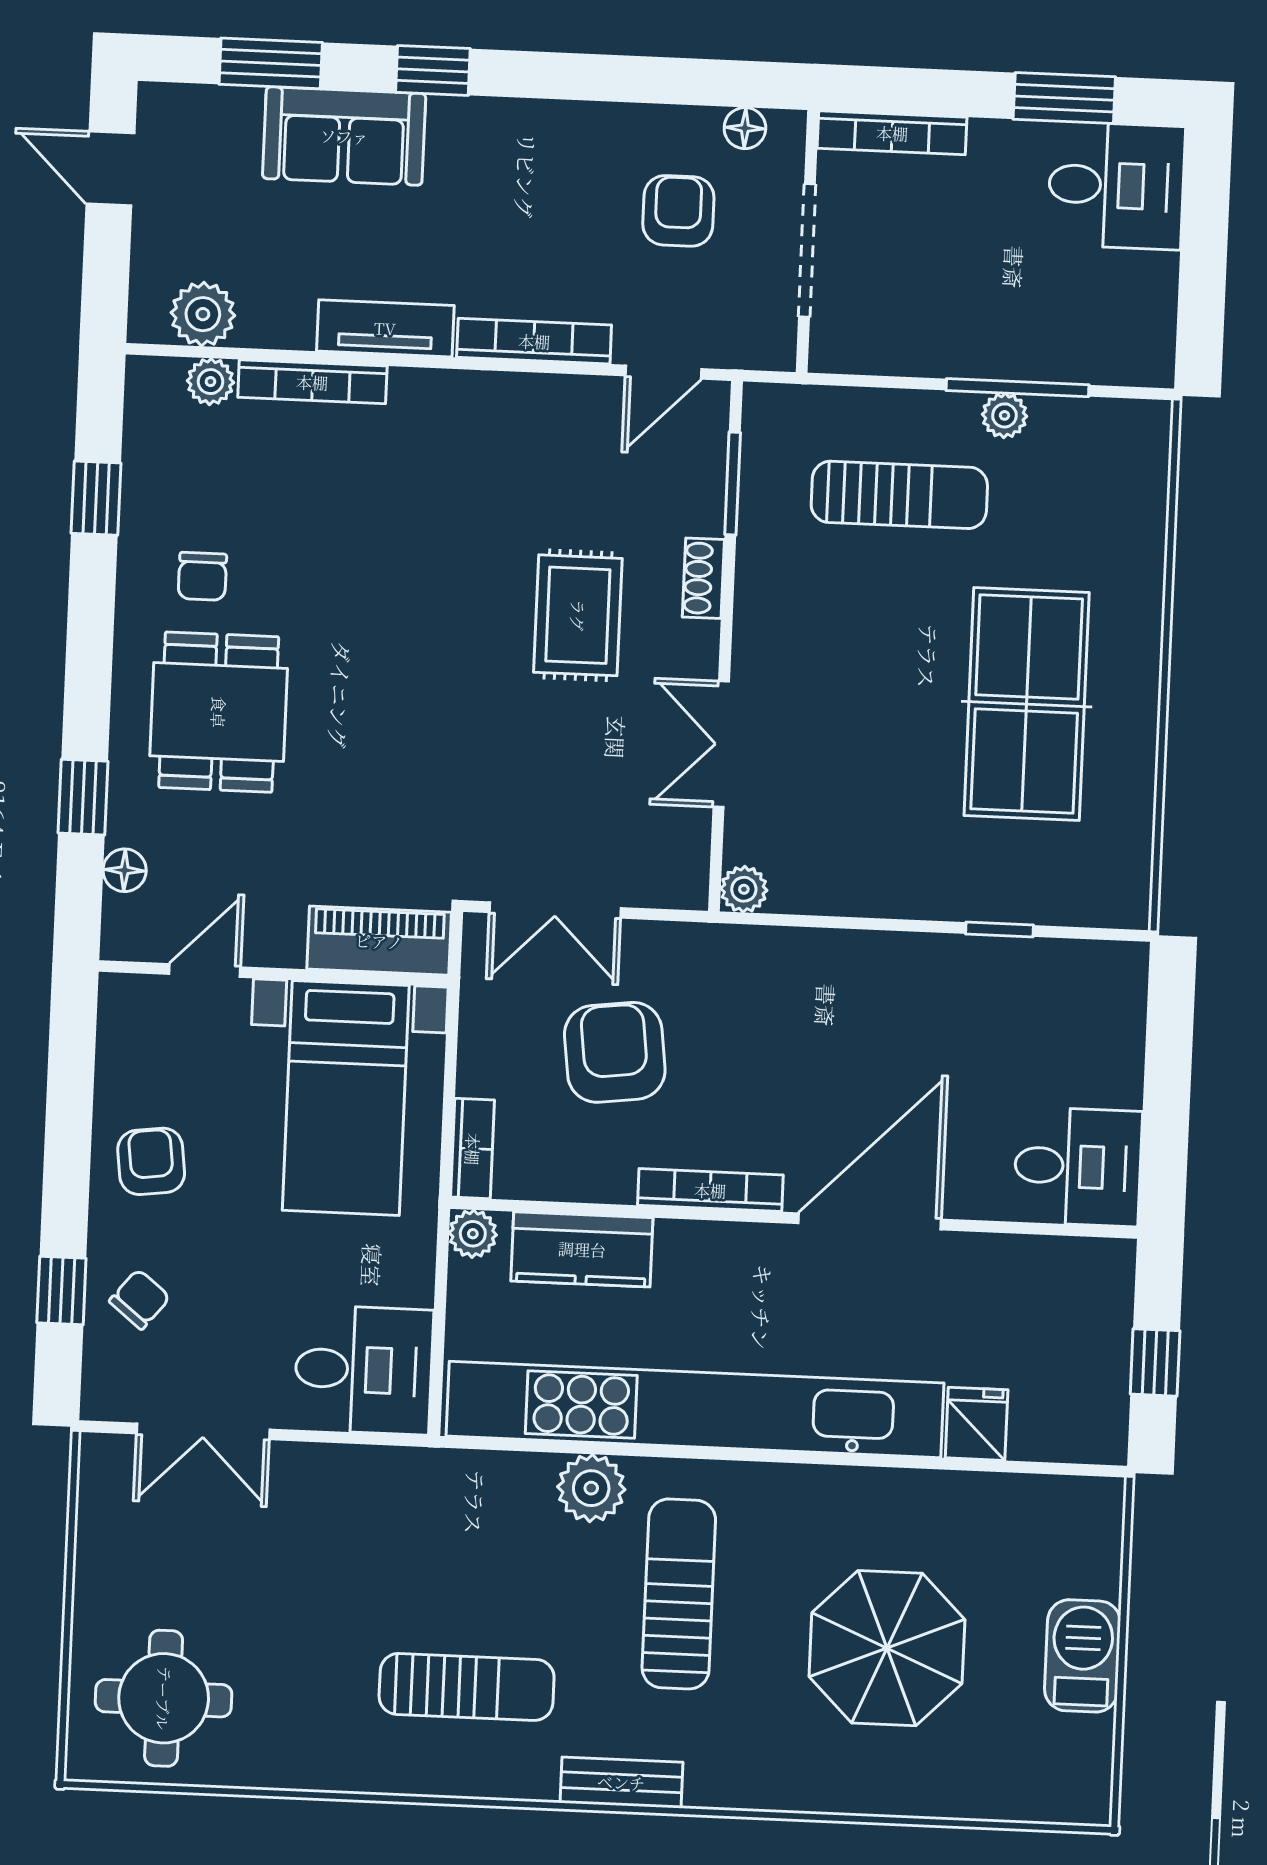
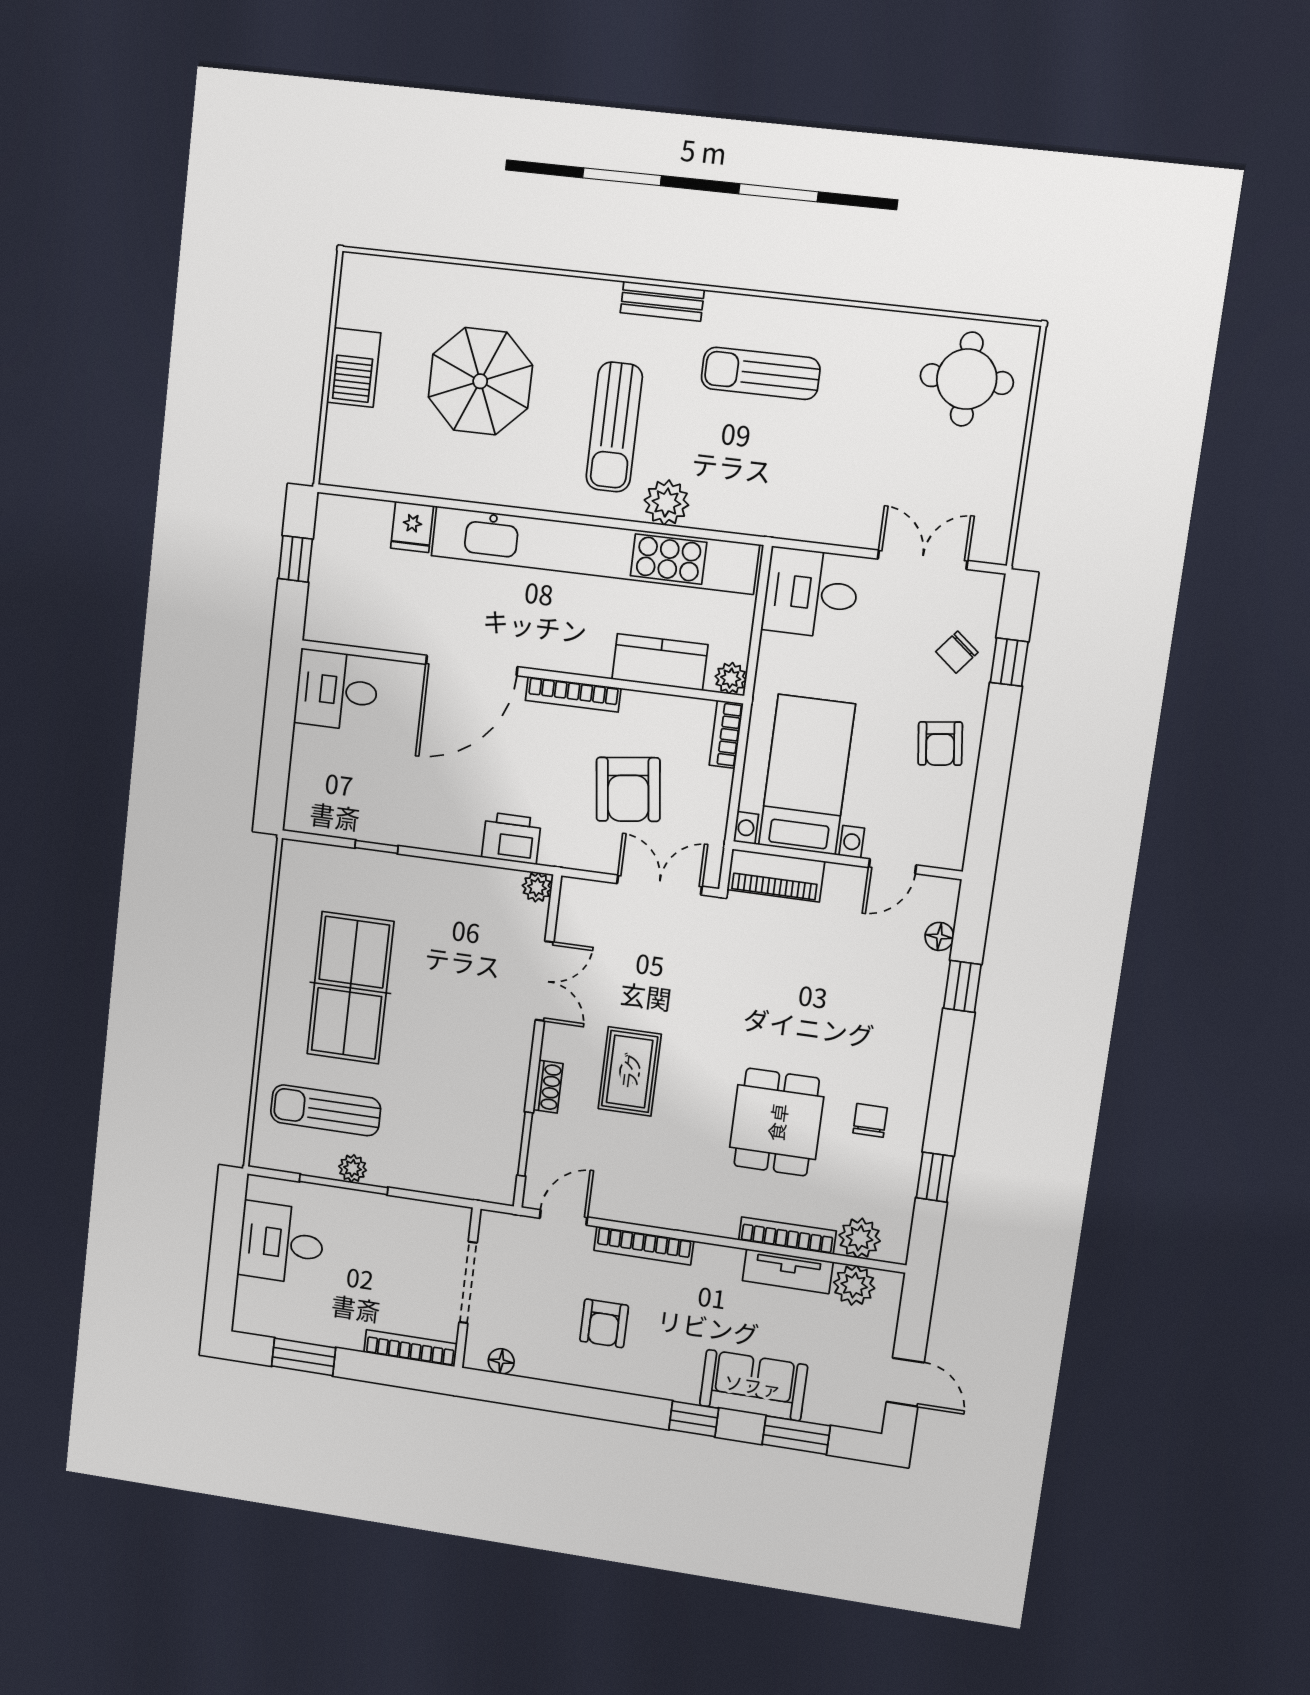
desk: (1116, 186) -> (281, 1243), moved
armchair: (678, 211) -> (604, 1323), moved
tv unit: (385, 328) -> (788, 1271), moved
plant: (210, 382) -> (860, 1238), width x1.38, depth x1.38
sun lounger: (899, 495) -> (326, 1110), moved
dining table: (219, 712) -> (777, 1122), moved
printer: (789, 962) -> (511, 838), added

